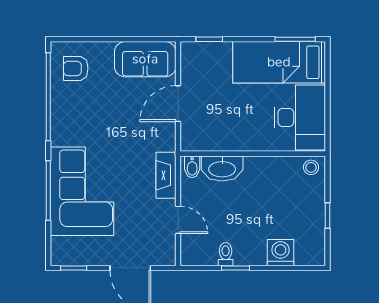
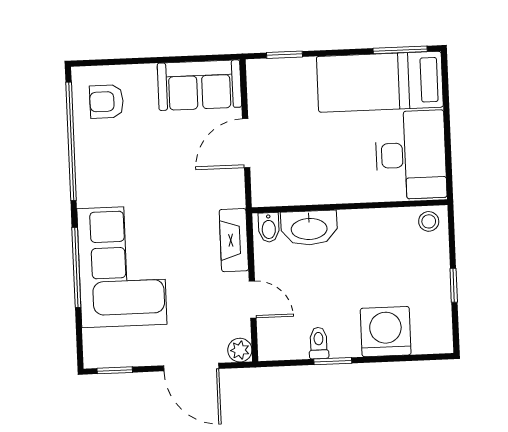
washing machine: (281, 253) -> (386, 332), width x1.37, depth x1.37
plant: (167, 257) -> (240, 350), added

